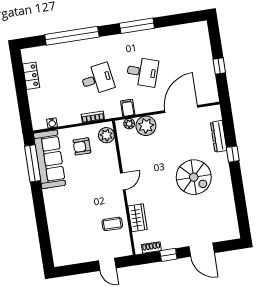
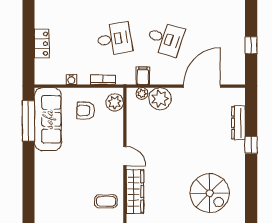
locker: (31, 76) -> (42, 44), moved
water cooler: (52, 123) -> (71, 79), moved
spiral stairs: (194, 177) -> (210, 193), moved
door: (123, 181) -> (125, 156), hinge flipped
wardrobe: (138, 218) -> (135, 191), width x1.50

